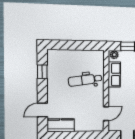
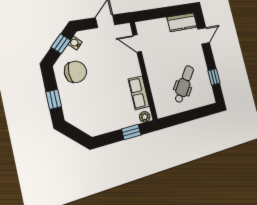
dental chair: (85, 80) -> (184, 84), moved, turned -46
door: (106, 114) -> (137, 43), hinge flipped

